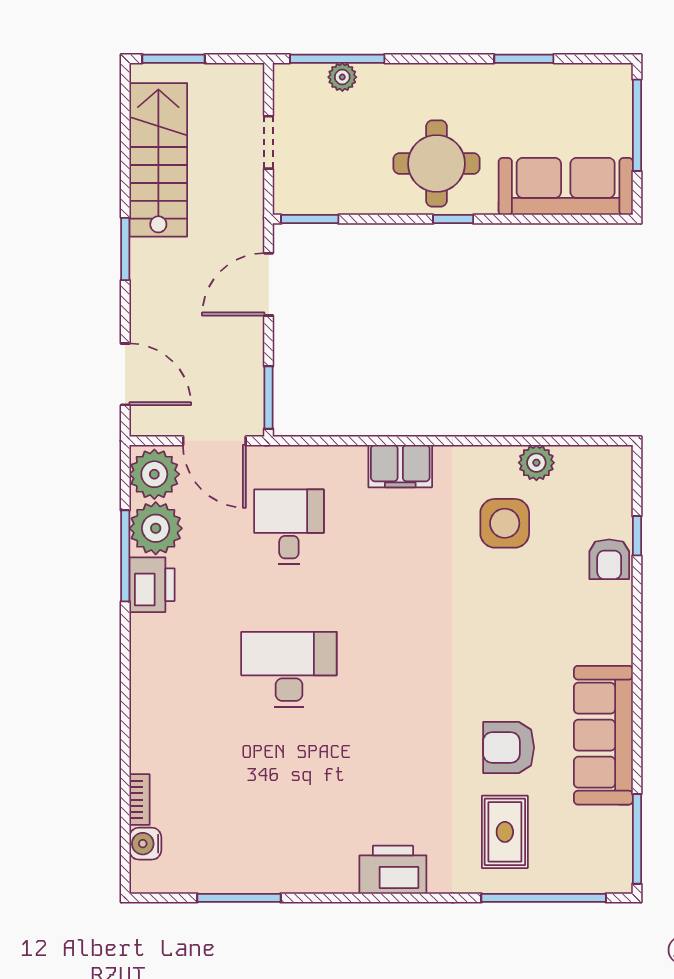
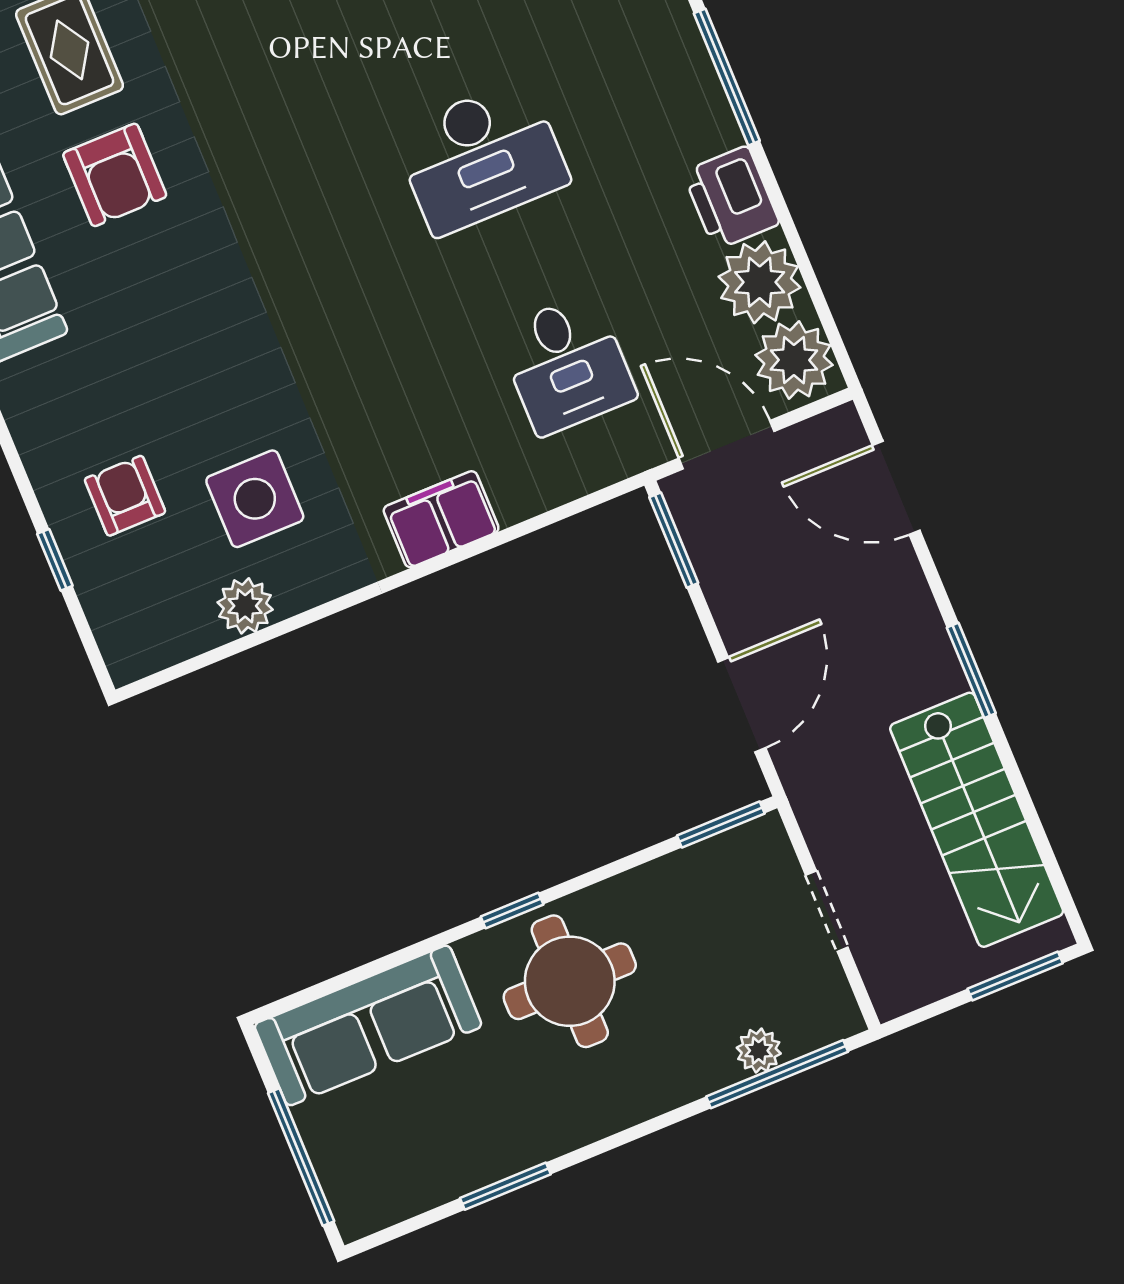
window: (125, 556) -> (727, 77), moved
armchair: (609, 559) -> (125, 496), moved
armchair: (509, 747) -> (115, 175), turned 90

